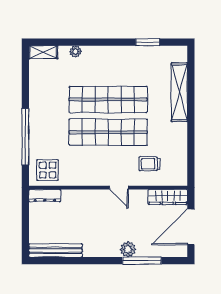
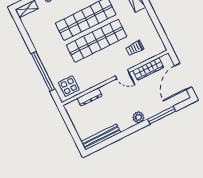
dresser: (45, 196) -> (89, 97), moved
wardrobe: (168, 197) -> (148, 69), moved
plant: (128, 249) -> (138, 117), moved

